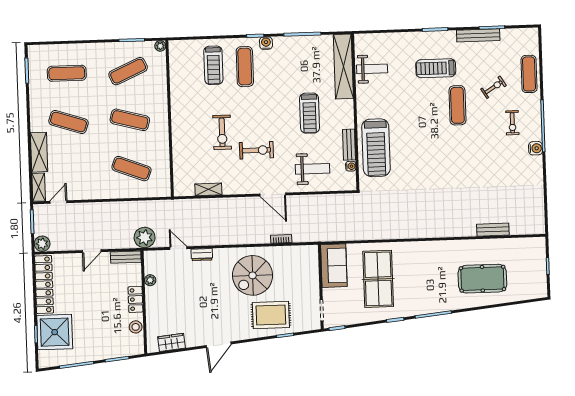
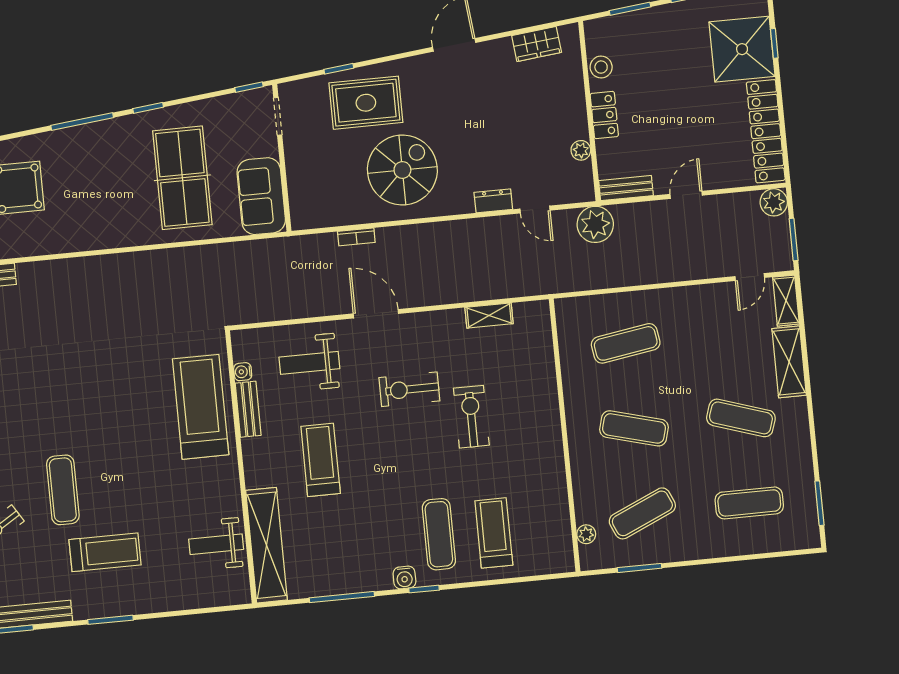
plant: (160, 46) -> (586, 534), moved
exercise mat: (132, 169) -> (626, 343), turned -30

